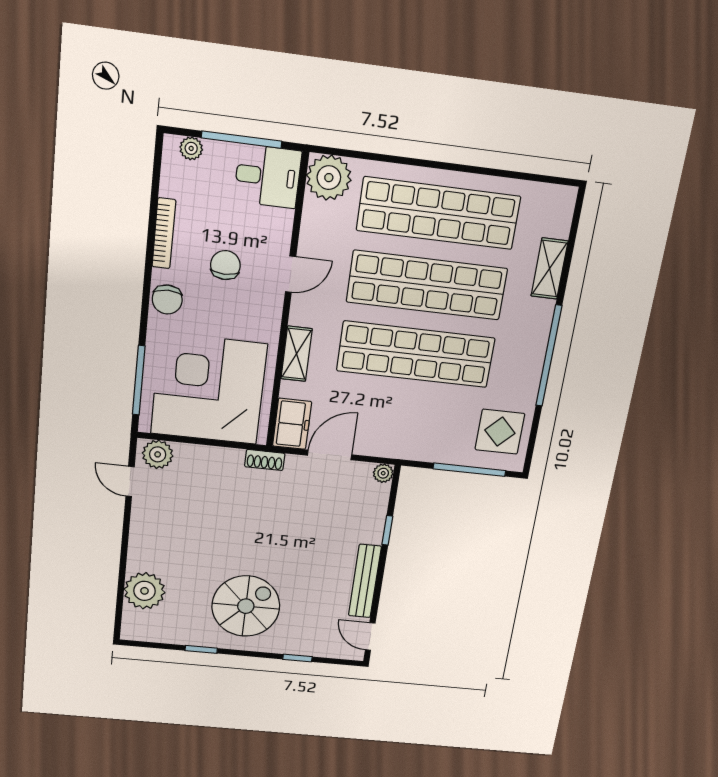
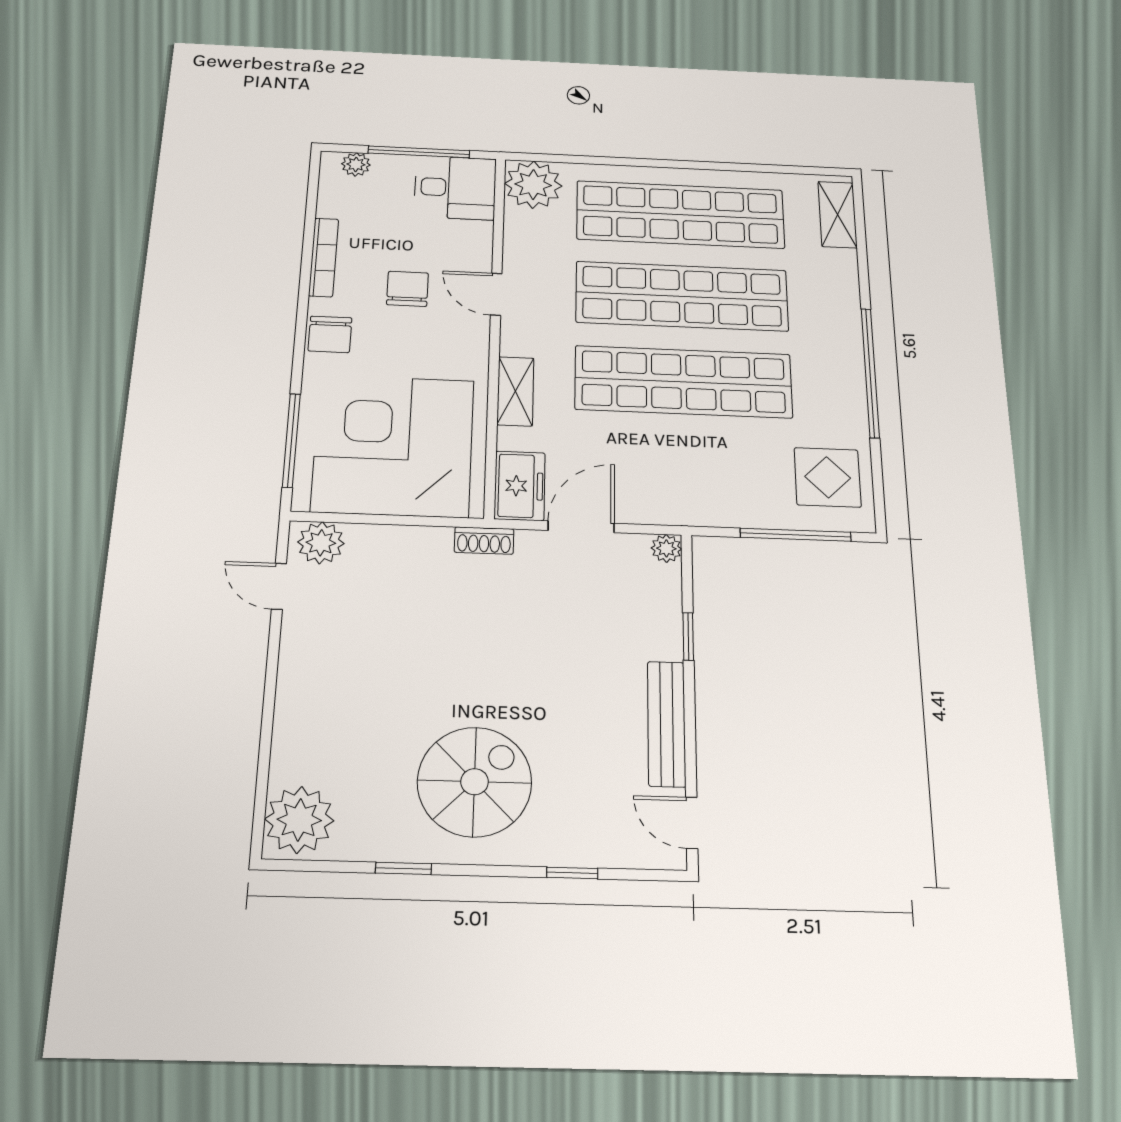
shelving: (549, 269) -> (838, 215), moved
door: (291, 274) -> (496, 294), swing flipped
plant: (145, 591) -> (299, 820), moved

